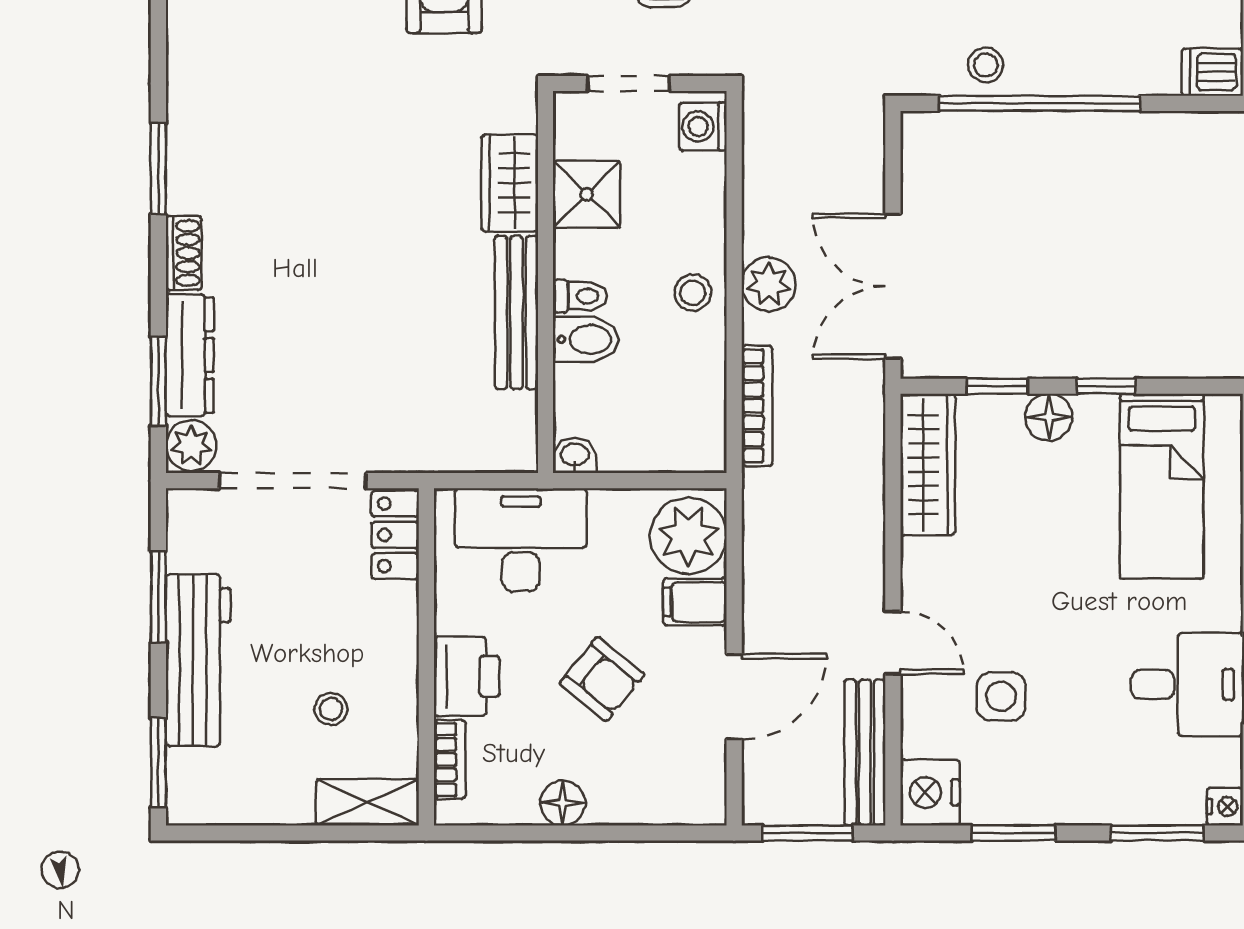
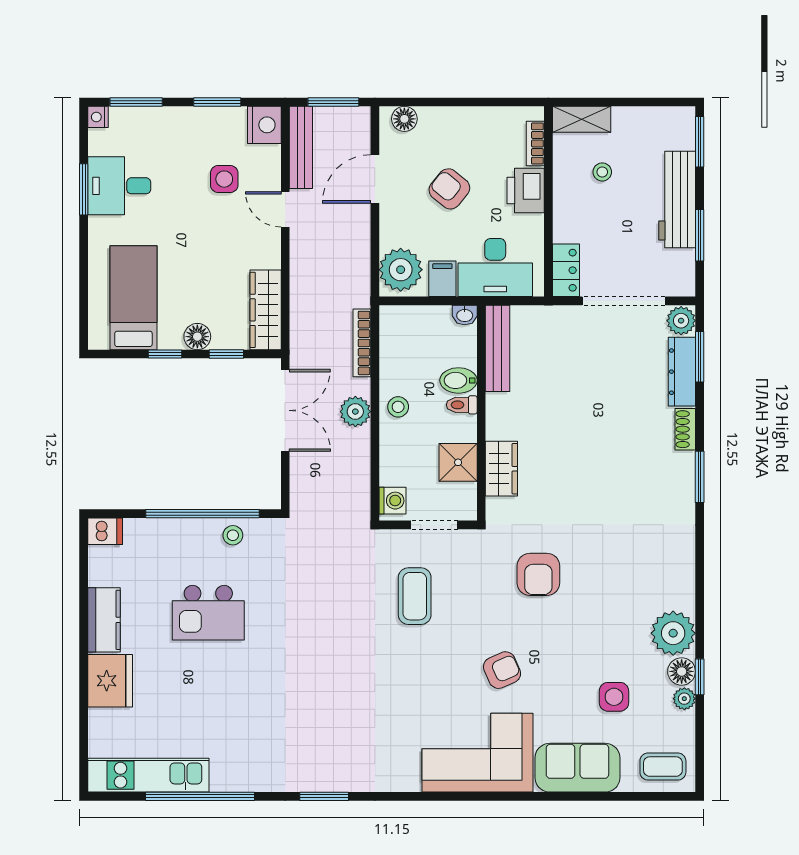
bench: (517, 312) -> (498, 348), moved
filing cabinet: (695, 602) -> (442, 279), moved, turned -90
floor lamp: (563, 803) -> (404, 119), moved

